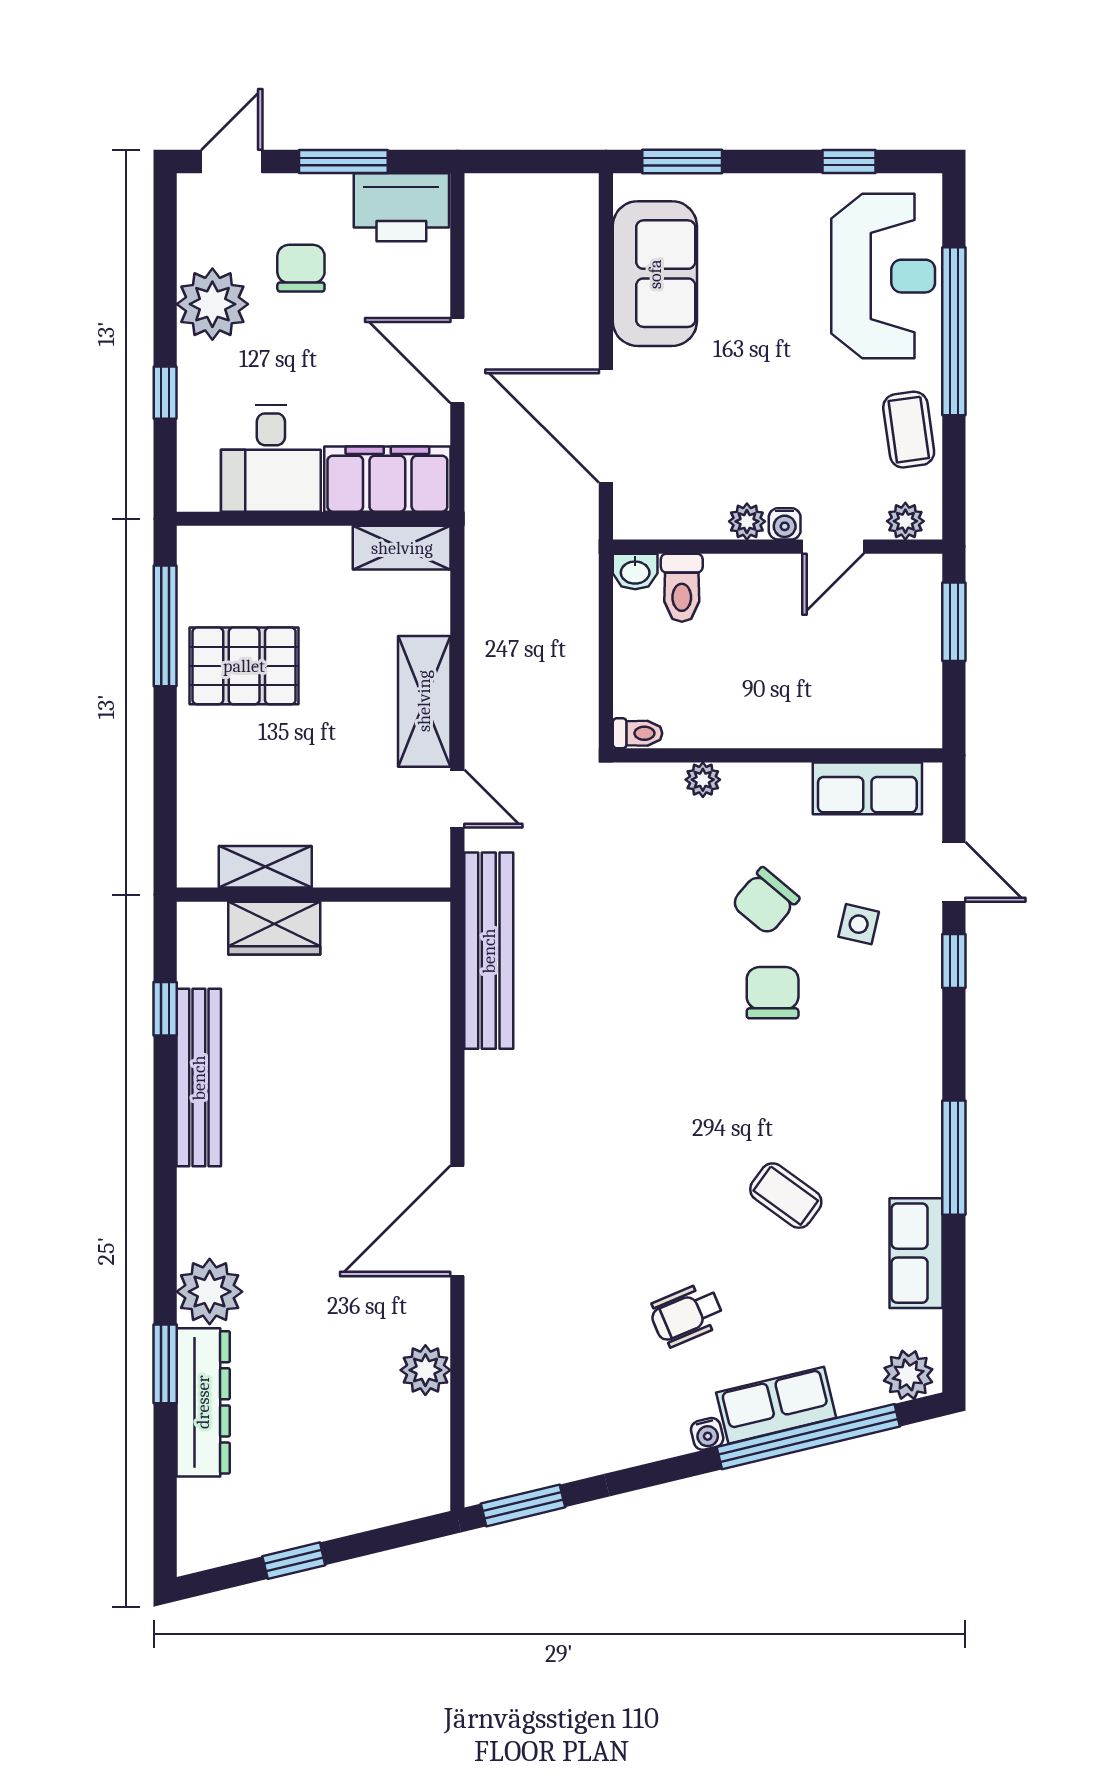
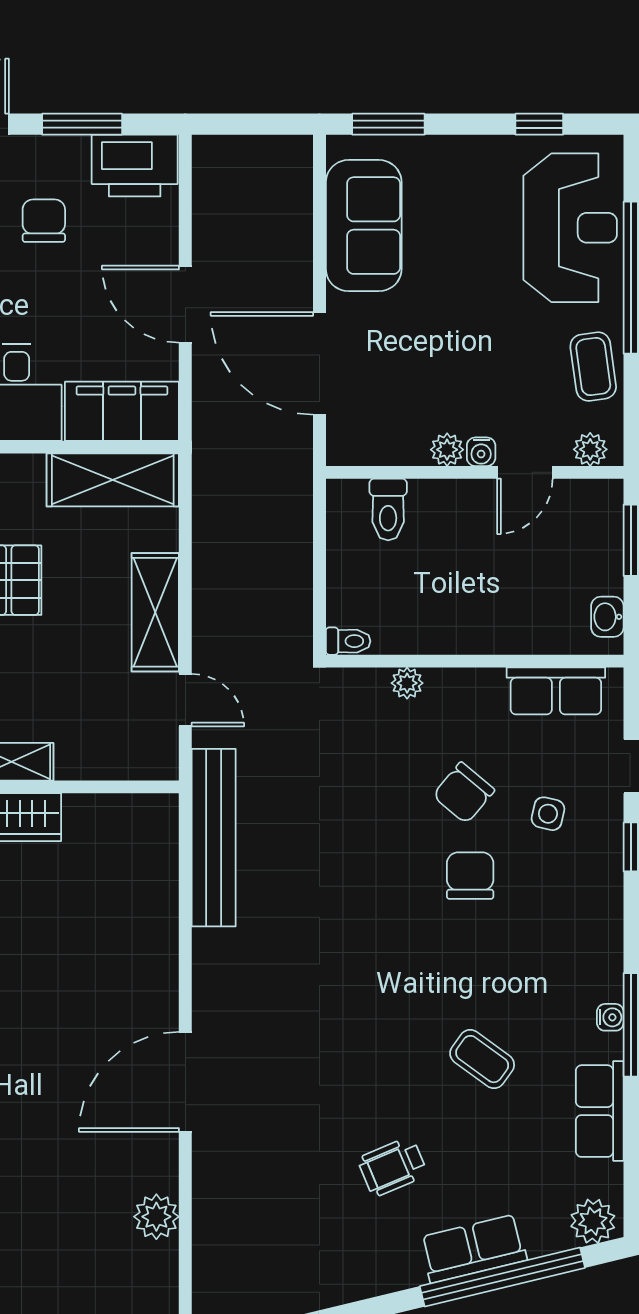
shelving: (402, 548) -> (113, 480), width x1.50, depth x1.33
washbasin: (635, 572) -> (607, 617), moved, turned 90
water cooler: (707, 1434) -> (610, 1017), moved, turned -76

